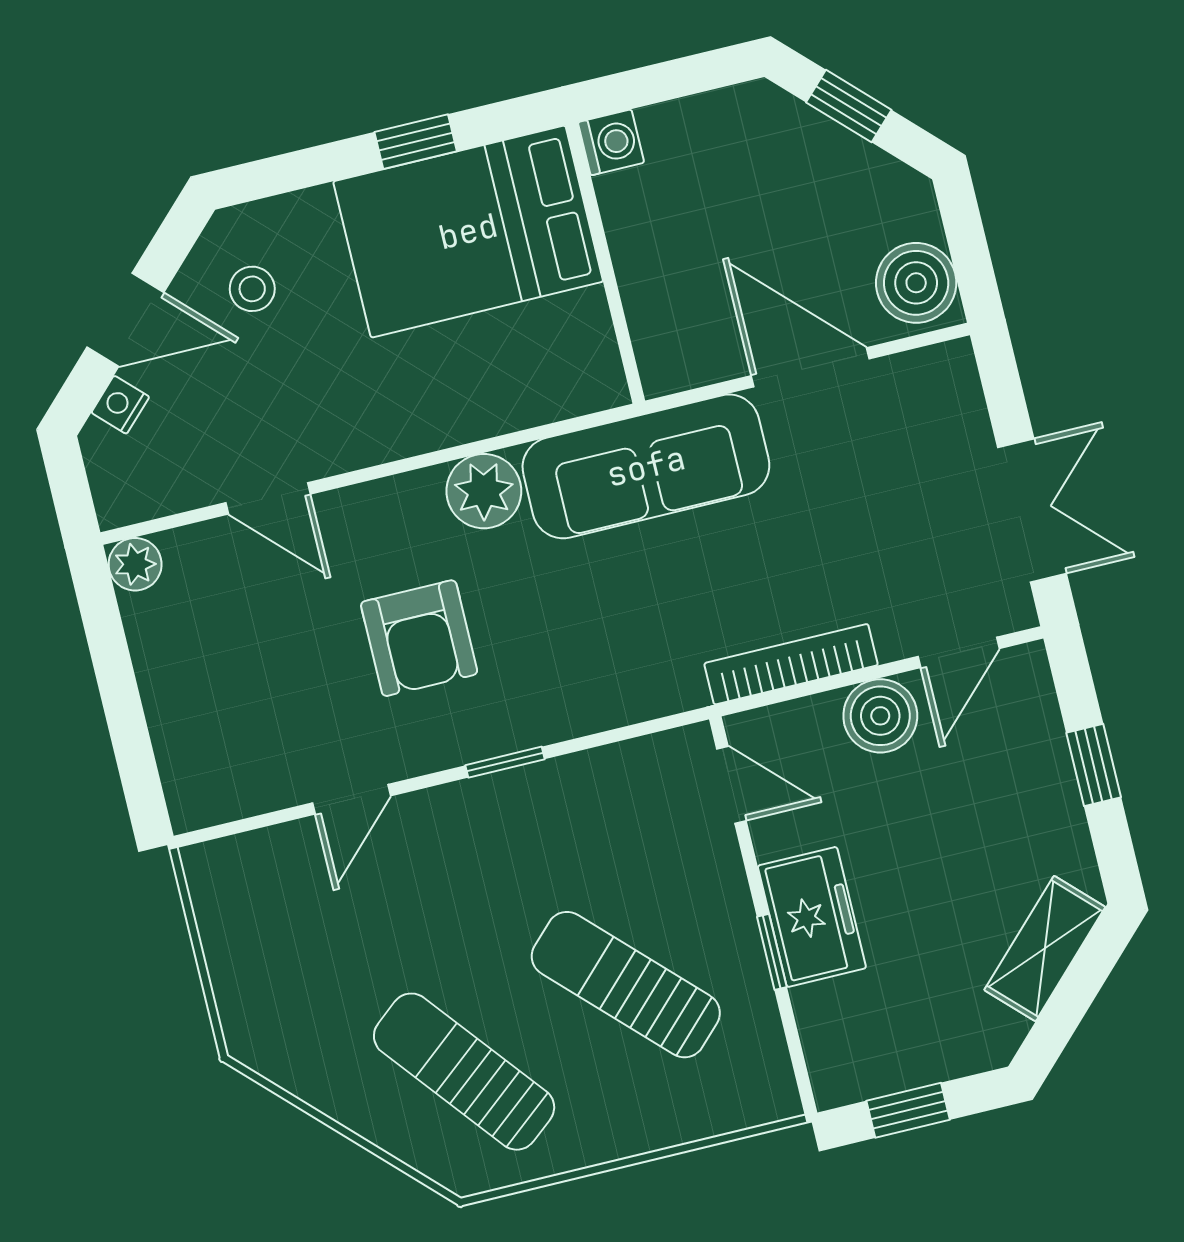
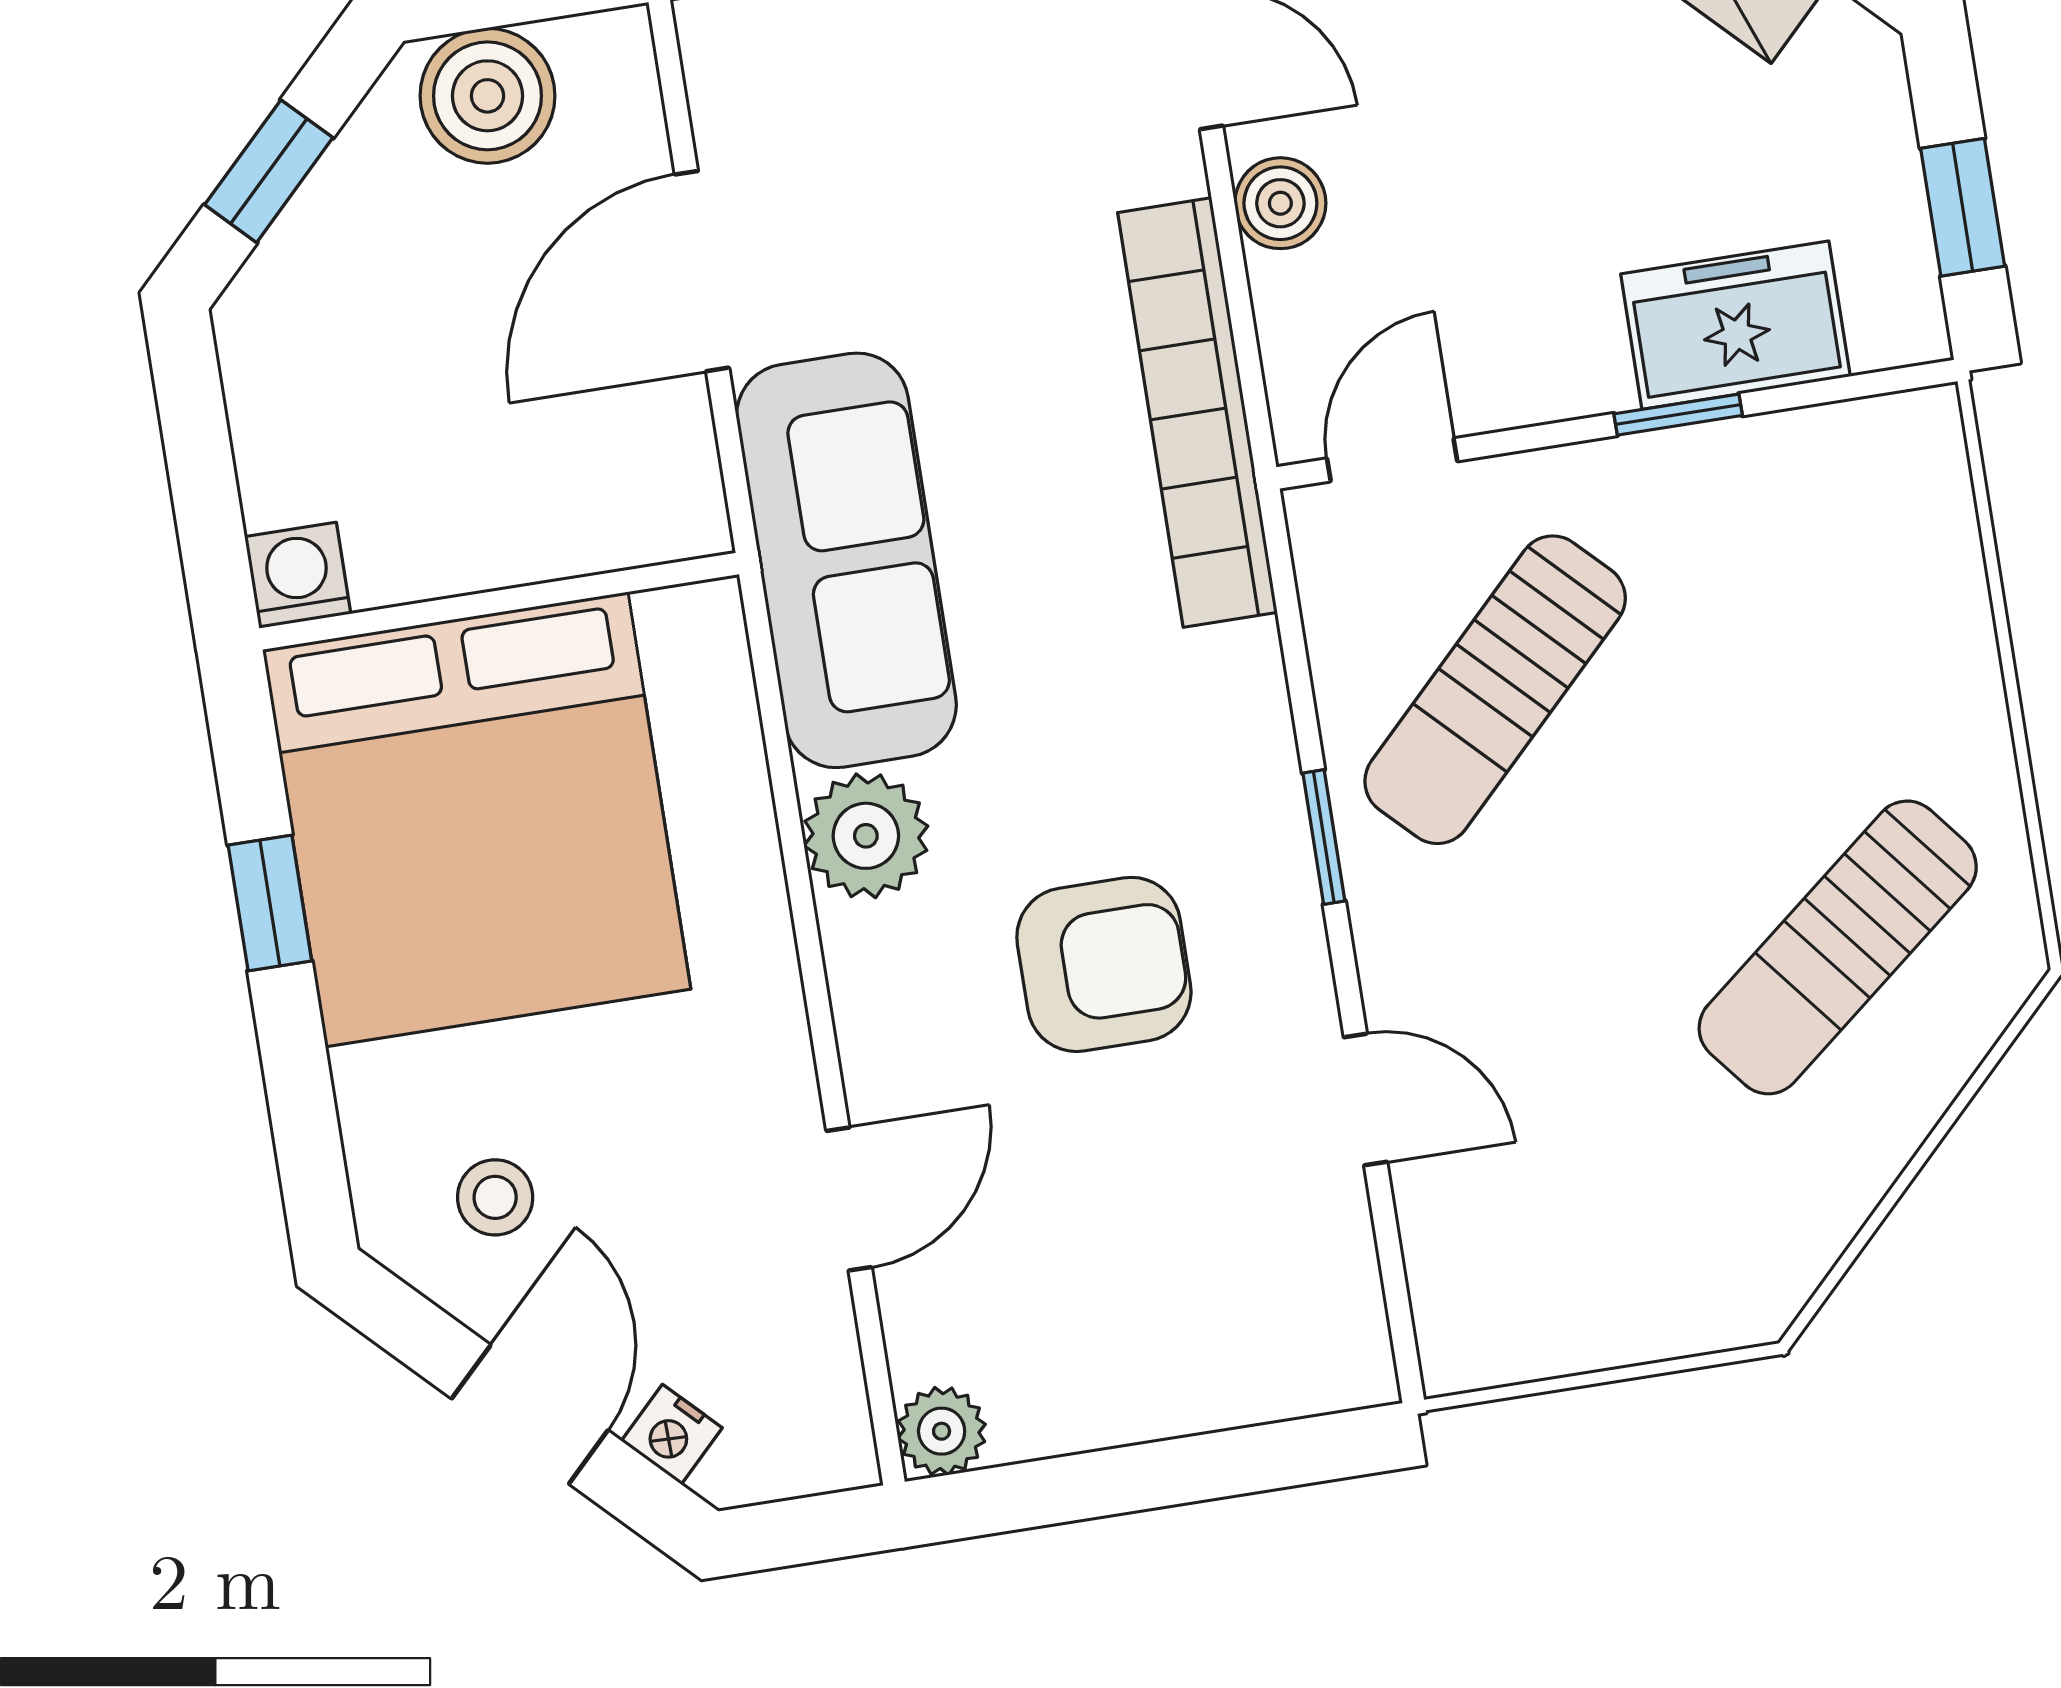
bed: (468, 231) -> (477, 819), width x1.36
boiler: (916, 283) -> (487, 96), moved
bookcase: (791, 664) -> (1197, 413), width x1.48, depth x1.31
boiler: (880, 716) -> (1280, 203), width x0.73, depth x0.73
freezer: (812, 917) -> (1735, 325), moved
sun lounger: (626, 985) -> (1495, 690), moved

